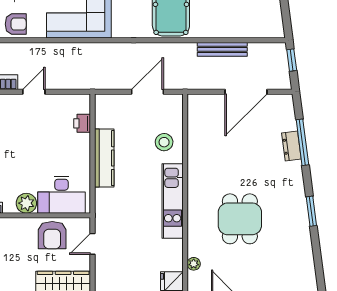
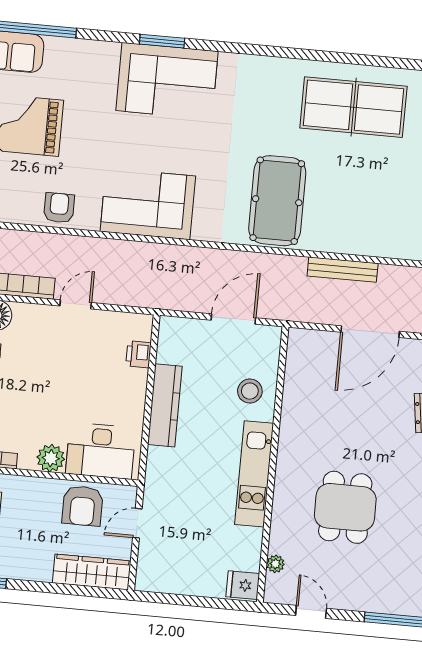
armchair: (16, 24) -> (59, 208), turned -90

